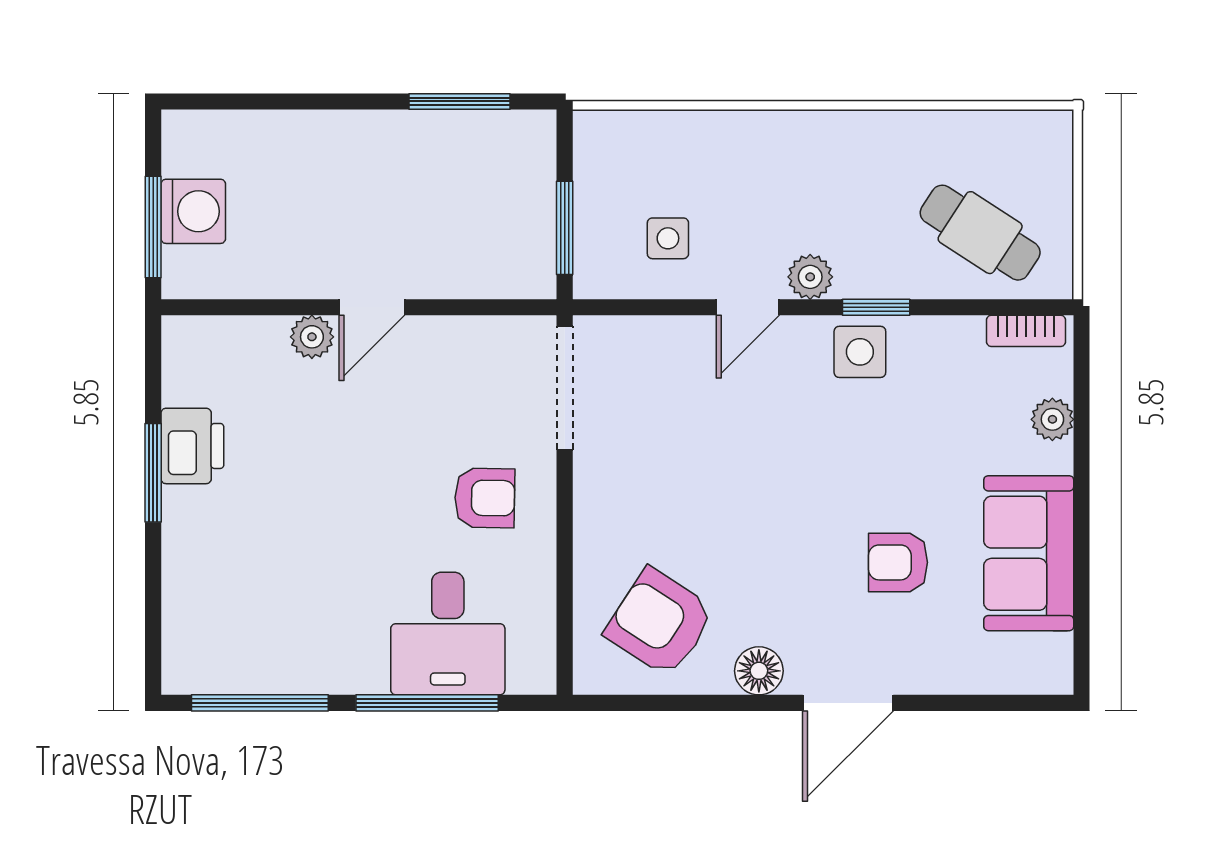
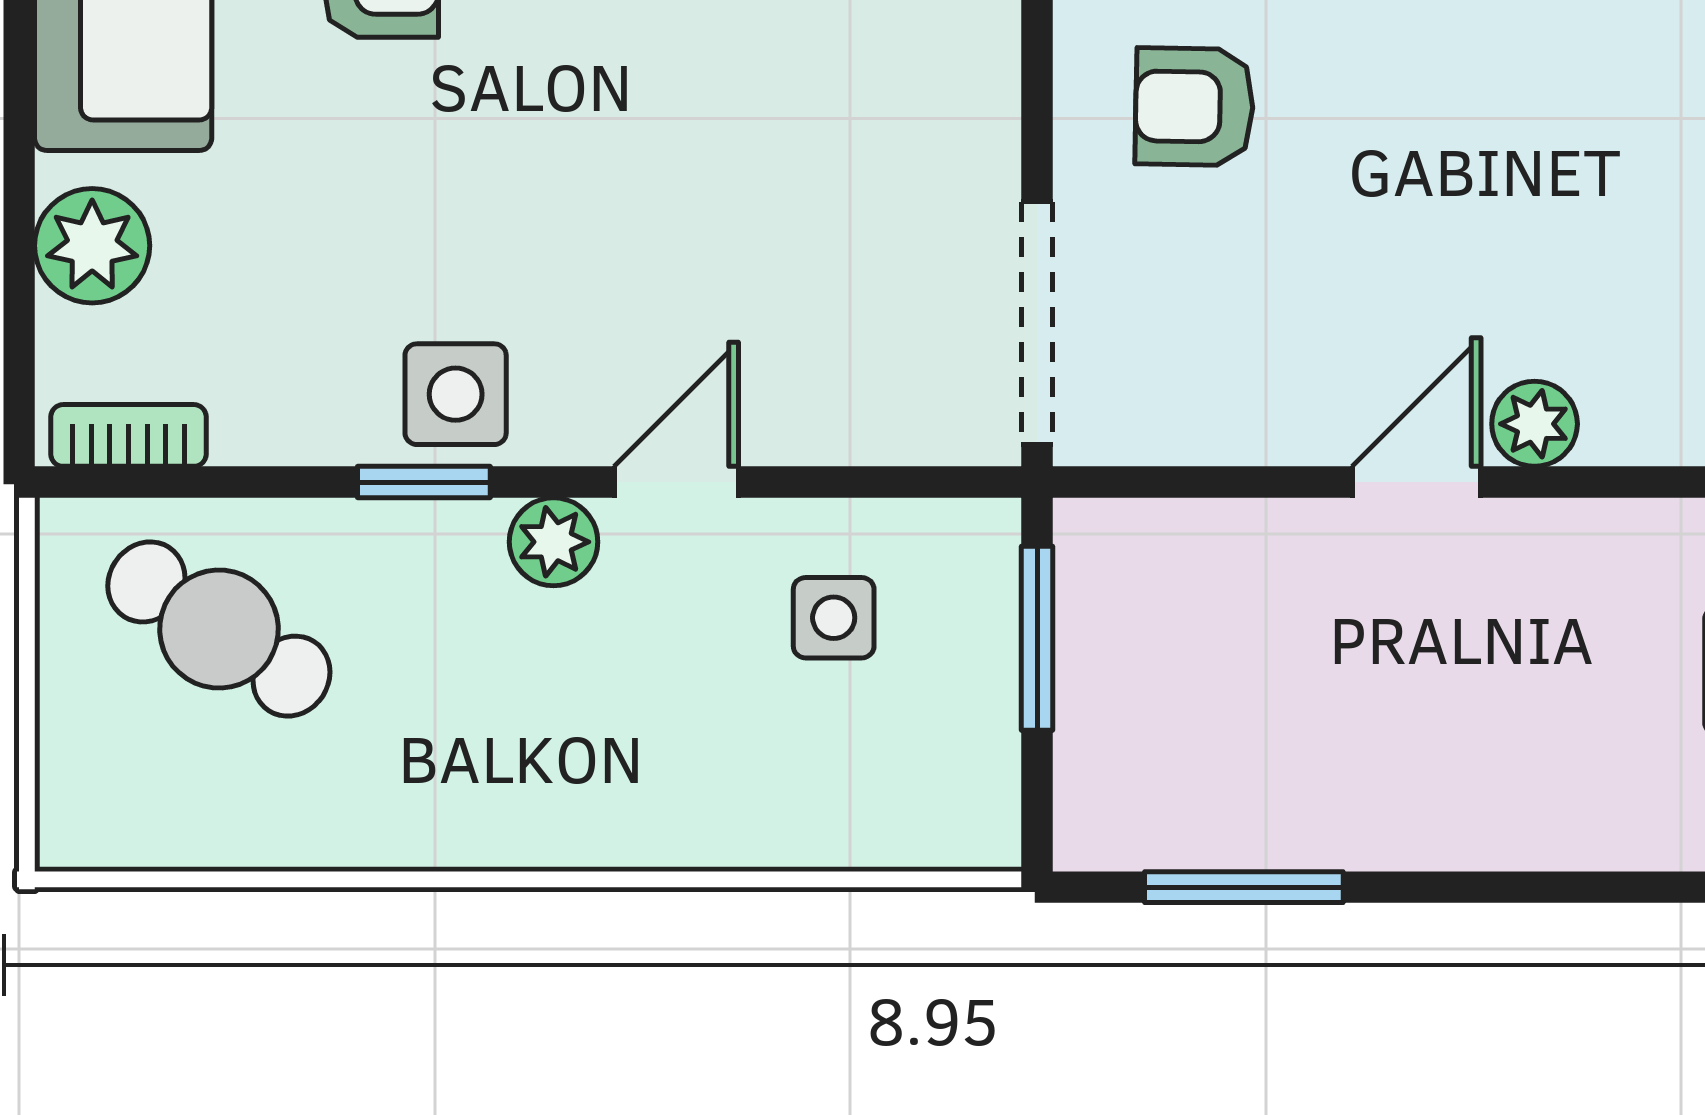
plant: (1052, 419) -> (92, 246), width x1.38, depth x1.38

